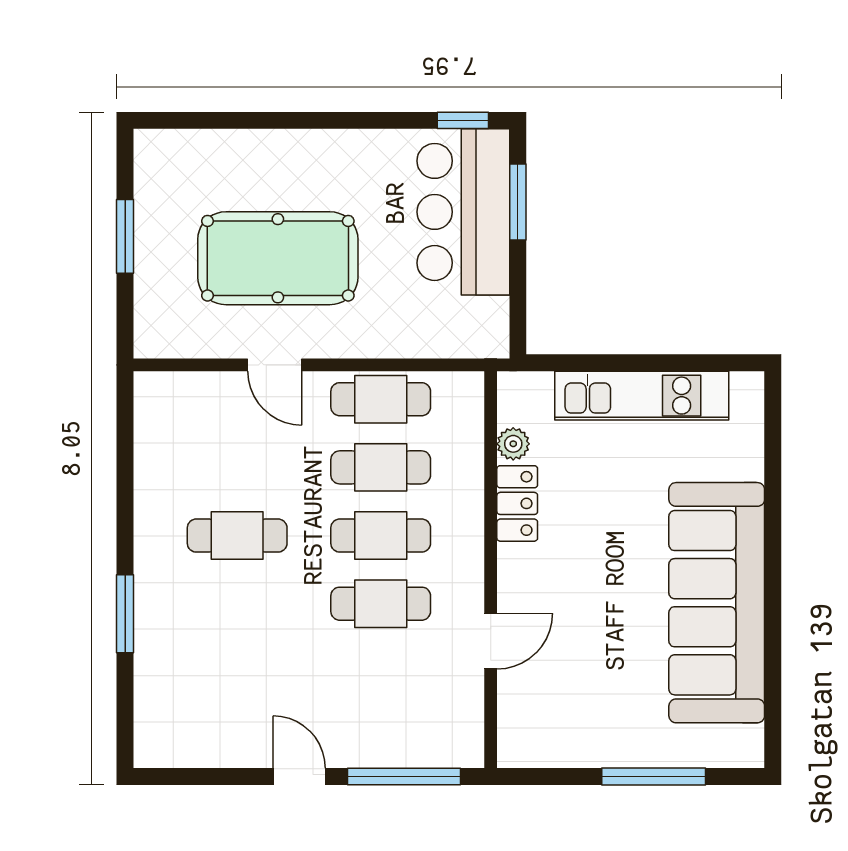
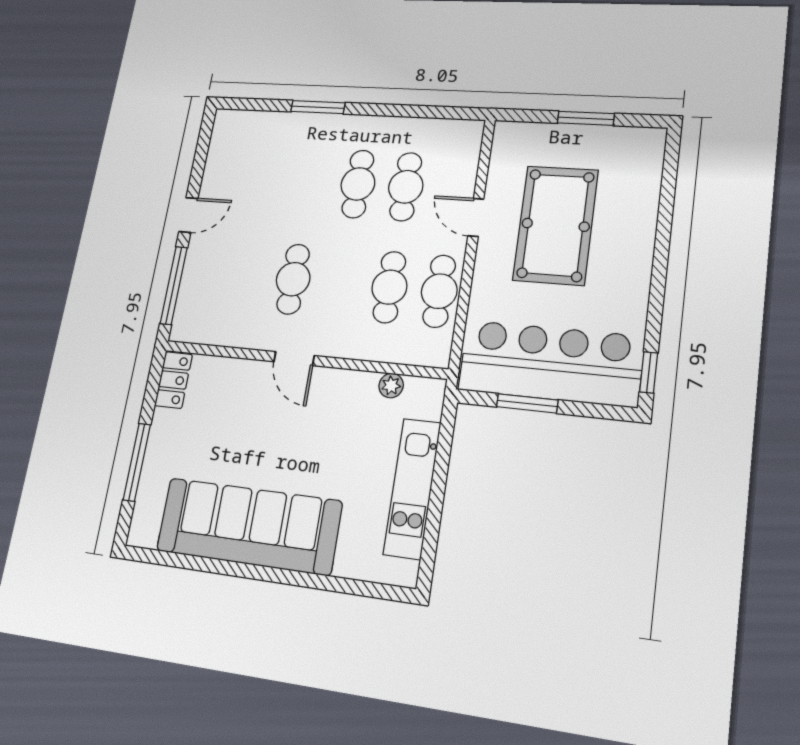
window: (518, 202) -> (527, 403), moved
bar counter: (463, 212) -> (551, 363), width x1.36
door: (275, 365) -> (476, 217), hinge flipped
locker: (517, 503) -> (173, 380), moved, turned -90
cafe table: (381, 536) -> (406, 187), moved
door: (491, 641) -> (294, 359), moved

